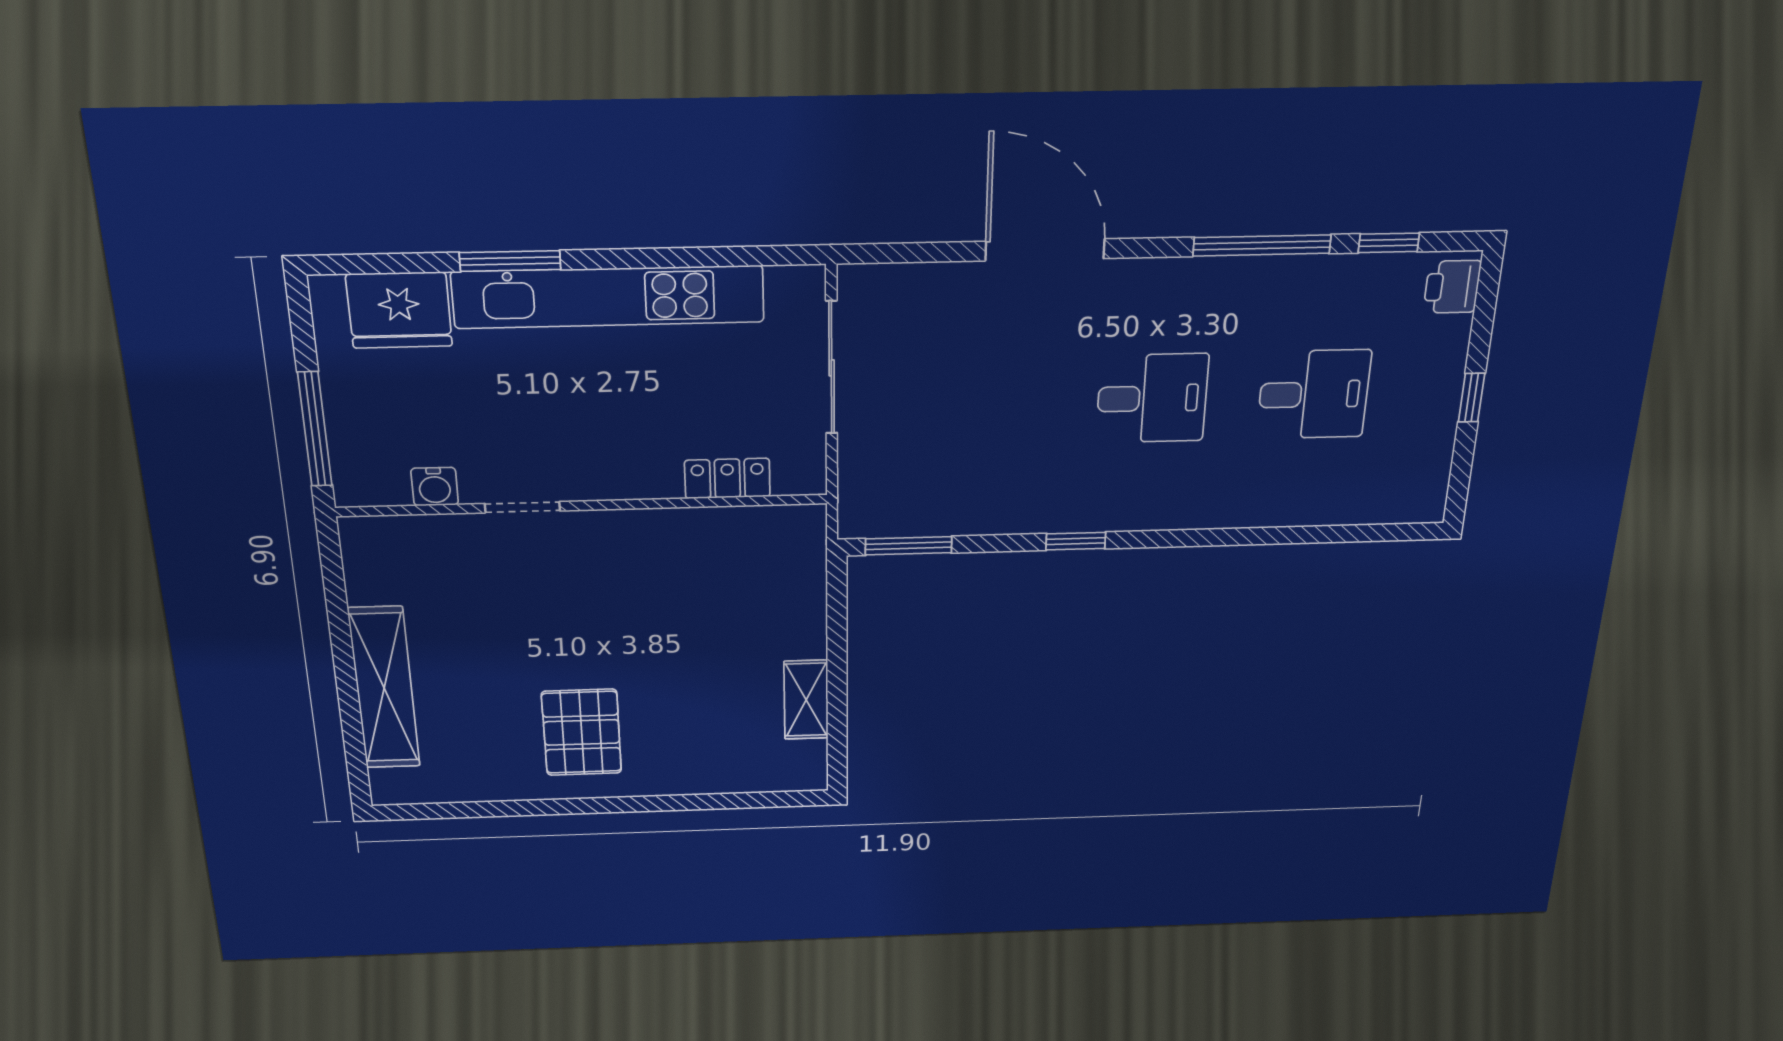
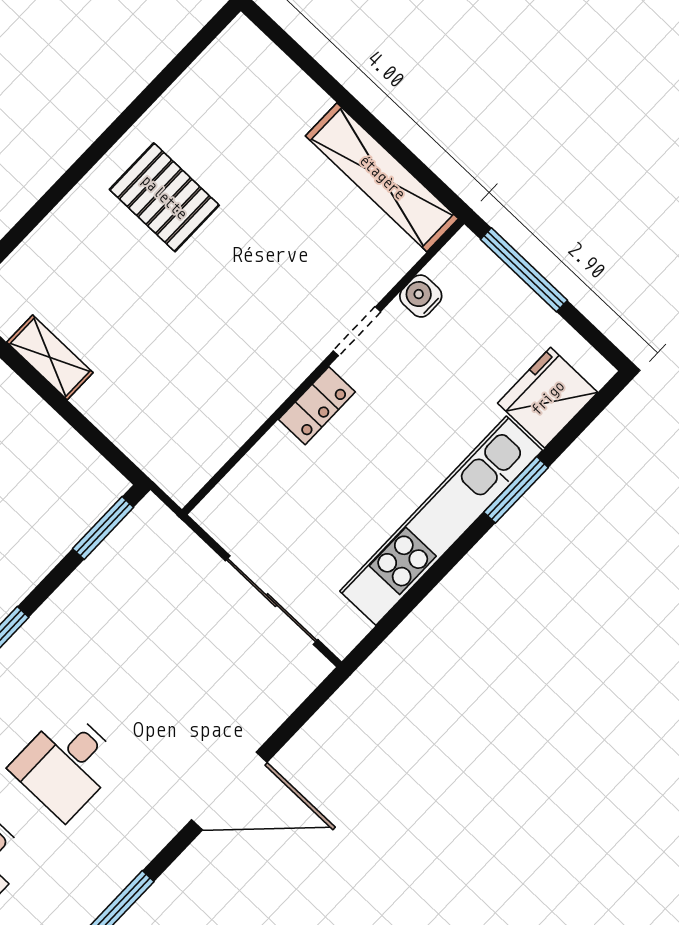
locker: (727, 478) -> (317, 406), moved
shelving: (384, 688) -> (382, 177), moved

